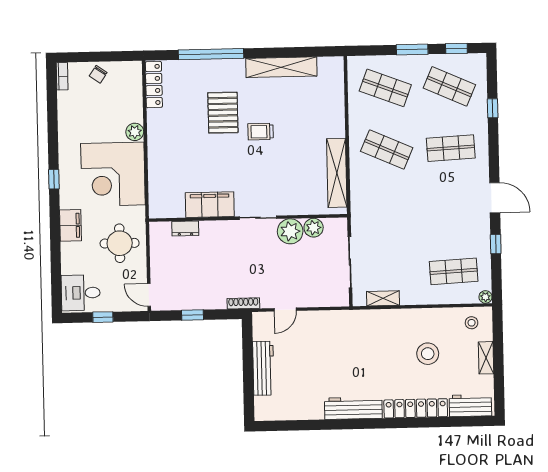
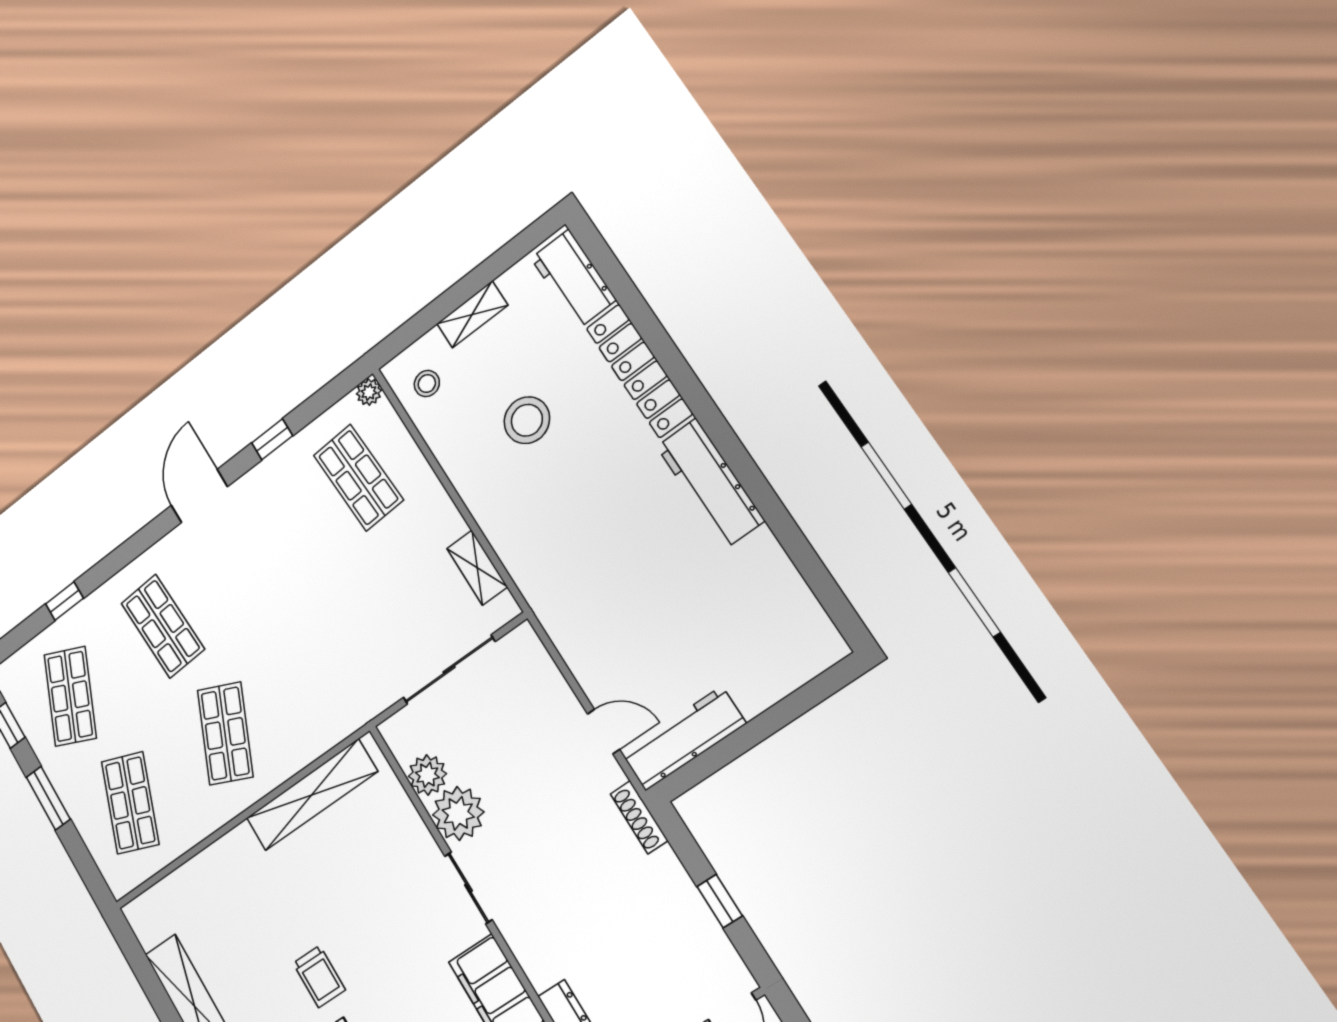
workbench: (263, 368) -> (684, 739), moved

